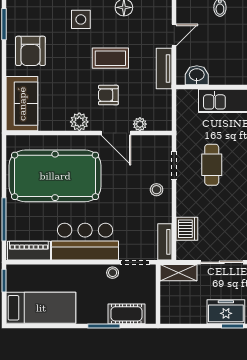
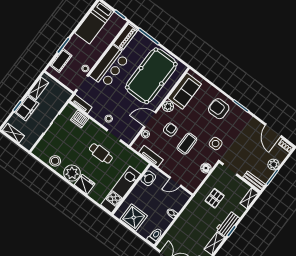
door: (174, 35) -> (175, 182), hinge flipped
tv unit: (164, 68) -> (151, 156), moved
sofa: (22, 104) -> (185, 91), moved, turned -90
shelving: (179, 273) -> (39, 88), moved

